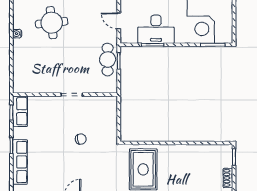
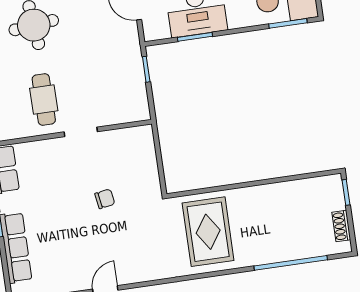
cafe table: (108, 59) -> (44, 99), moved

